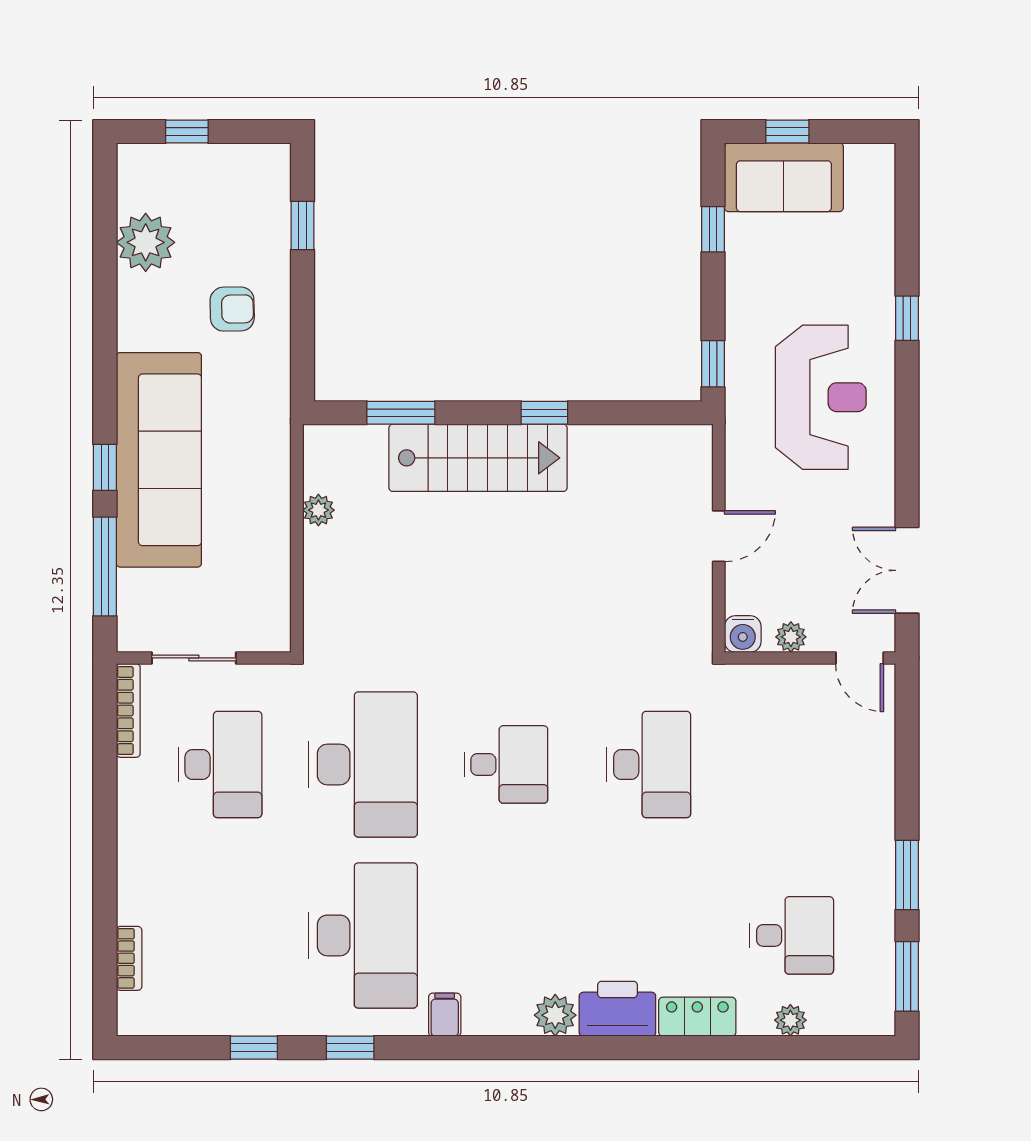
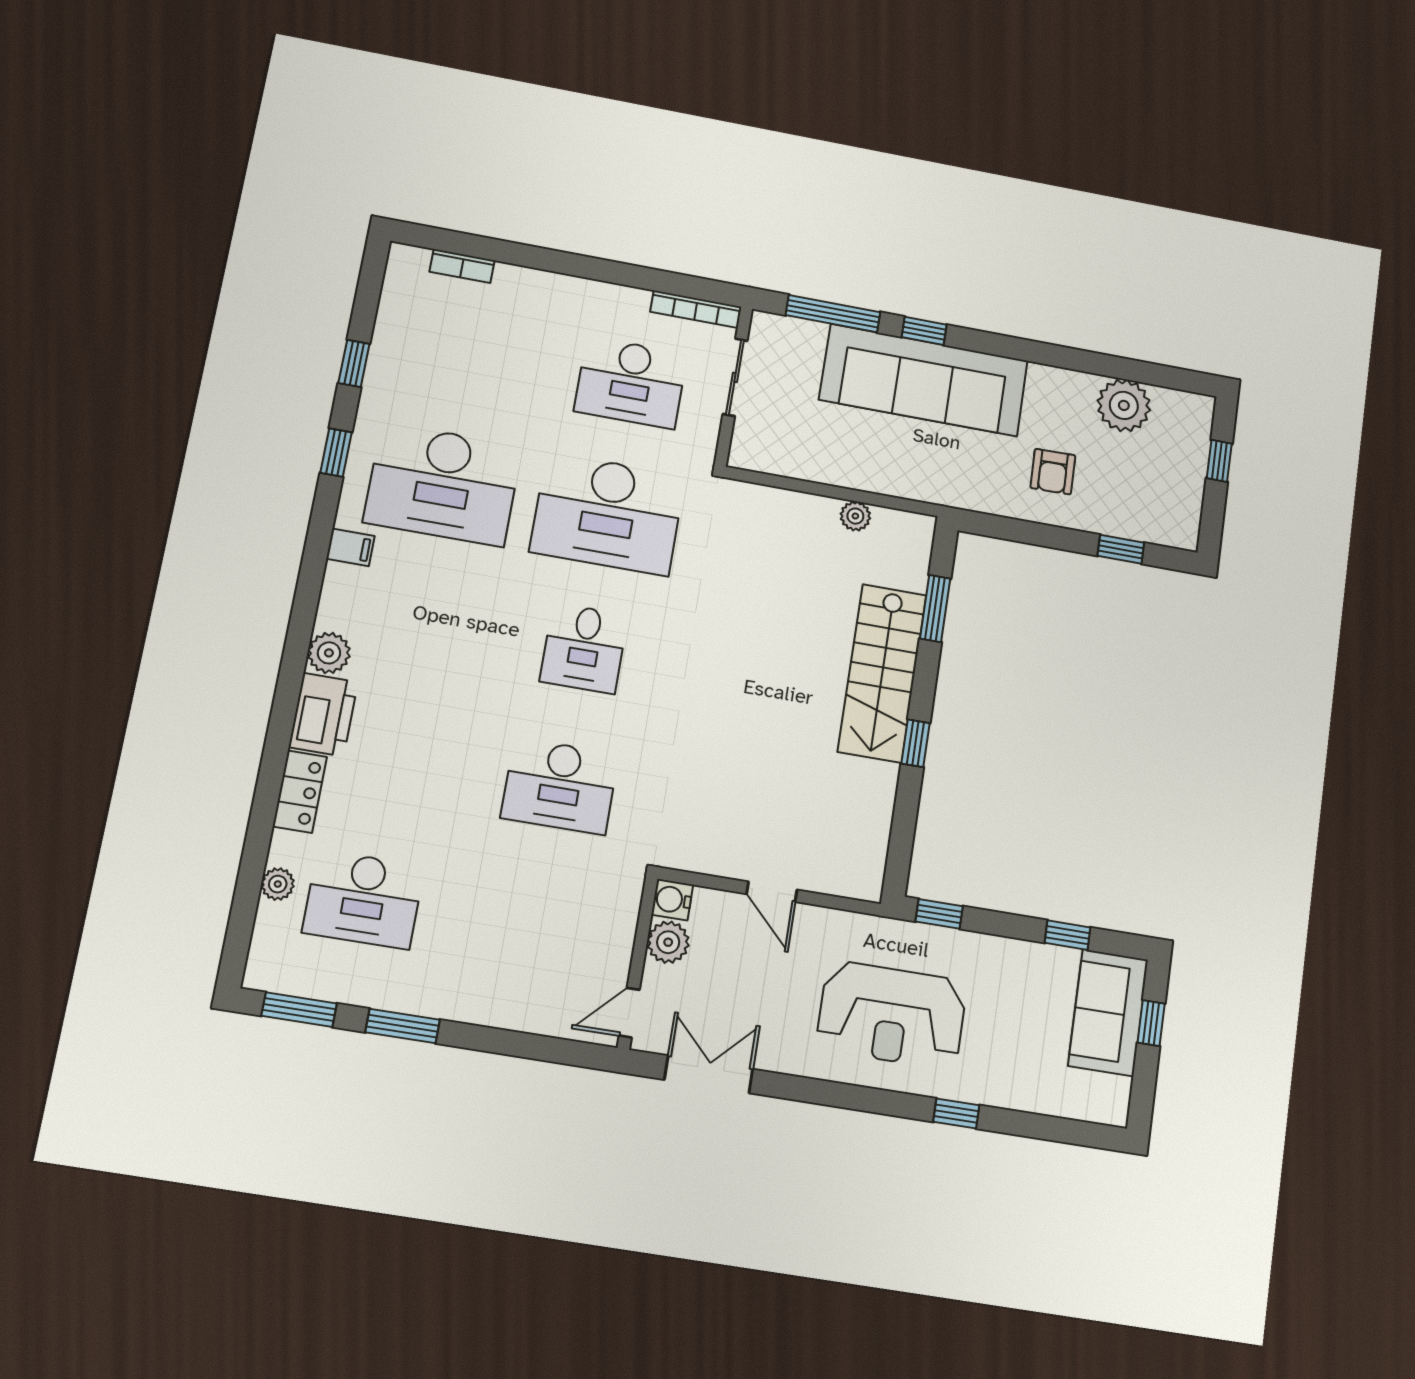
plant: (791, 637) -> (668, 942), width x1.38, depth x1.38
desk: (792, 935) -> (363, 899), width x1.37

